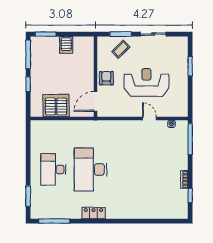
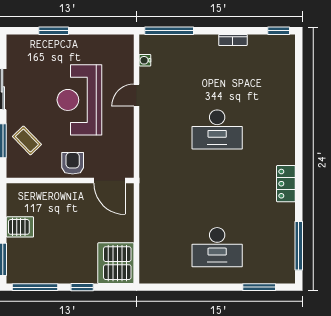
armchair: (106, 78) -> (73, 163), turned 90
server rack: (56, 105) -> (116, 263), moved
desk: (91, 170) -> (217, 129), moved, width x0.73, depth x0.77
window: (190, 196) -> (279, 31), moved

